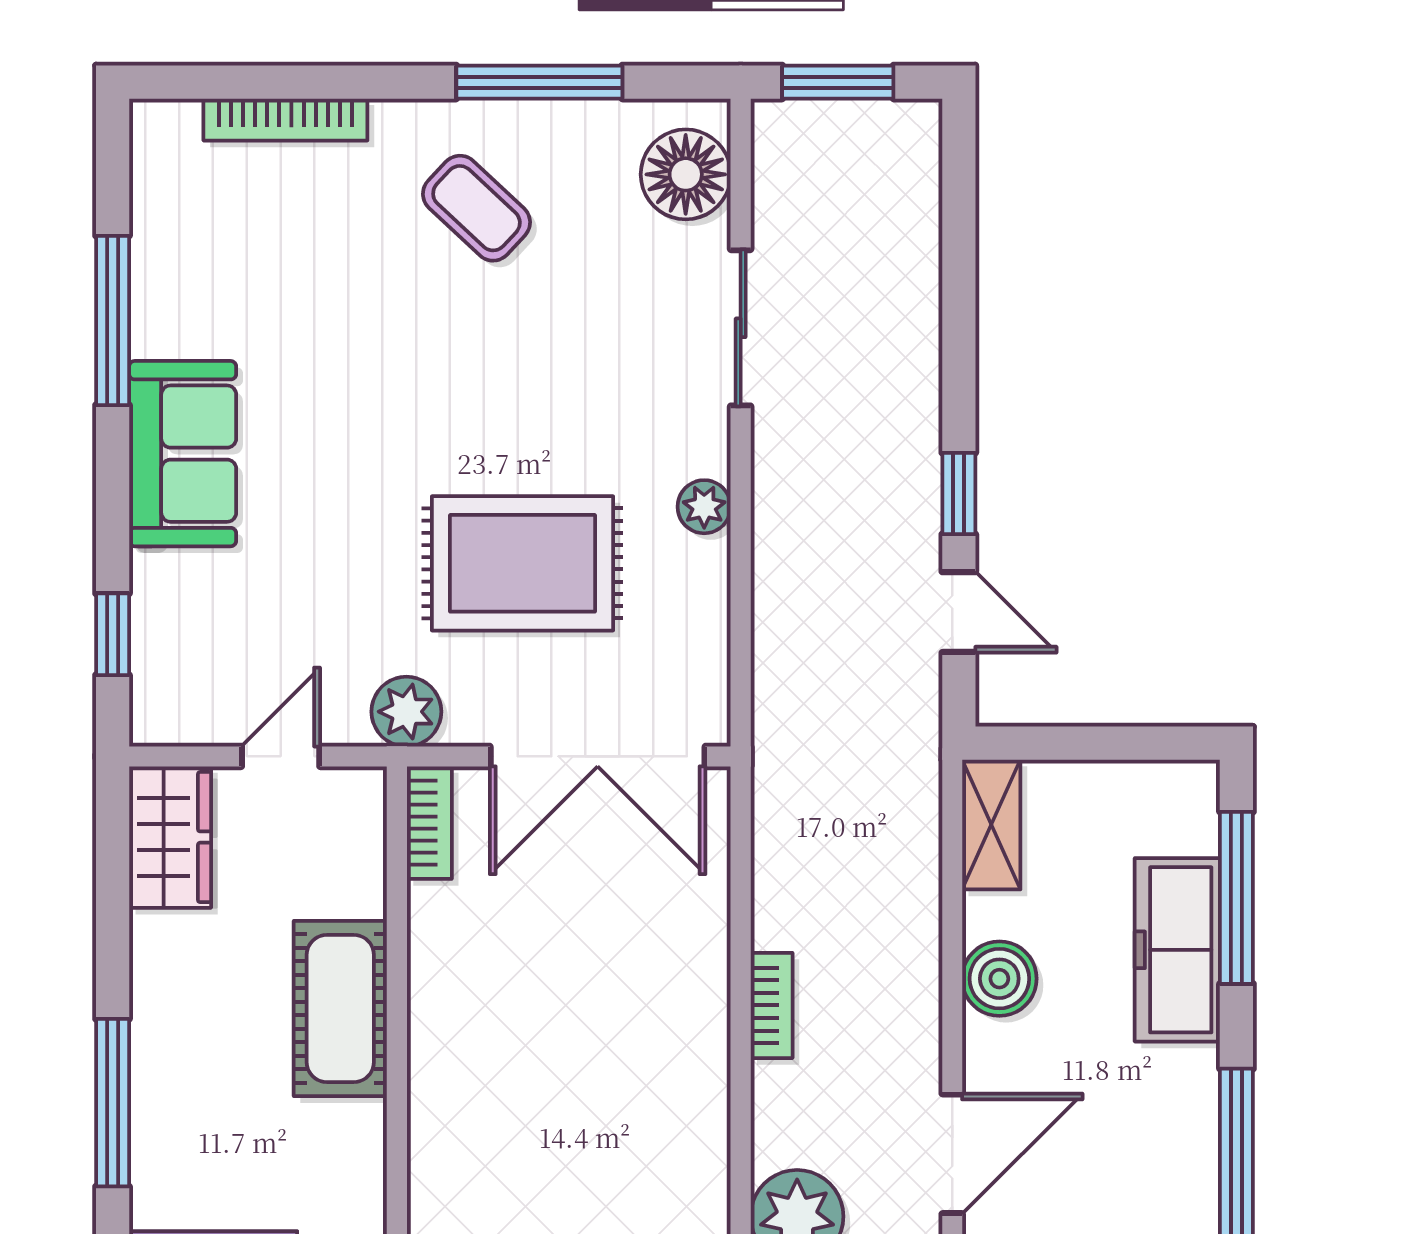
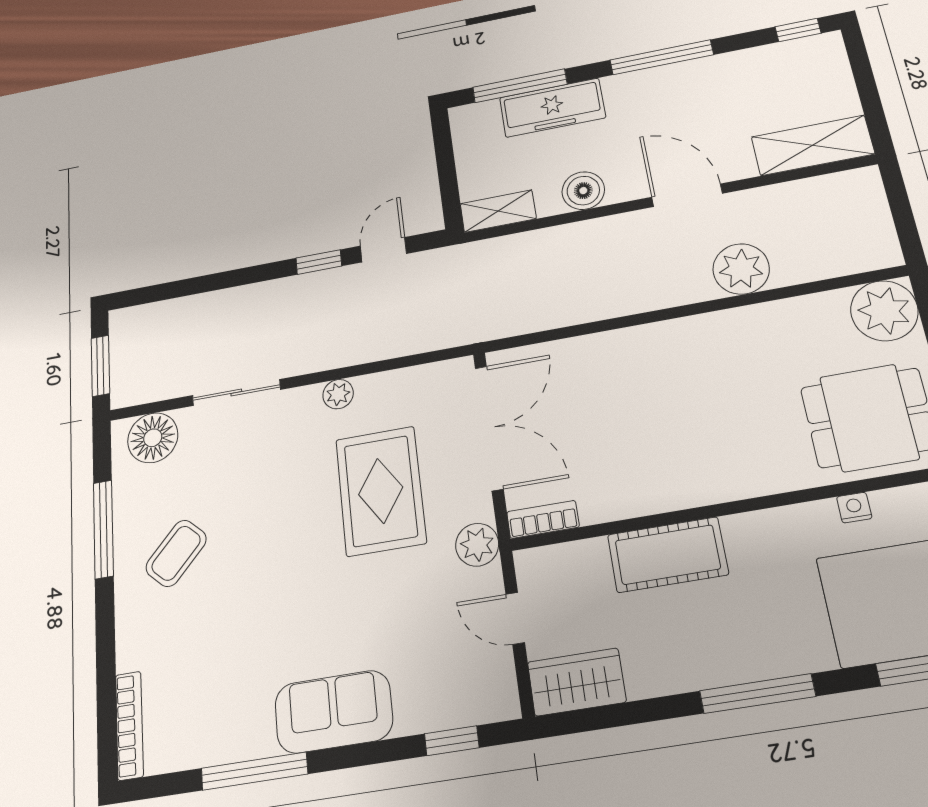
bookcase: (285, 120) -> (129, 725), moved
bookcase: (772, 1005) -> (620, 305), removed

